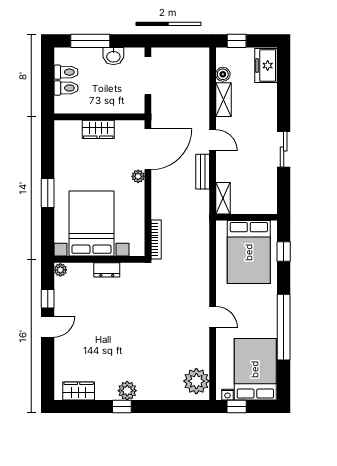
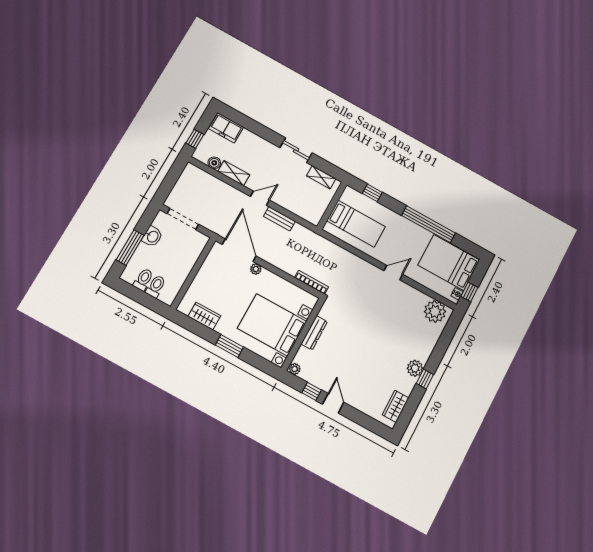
wardrobe: (98, 129) -> (204, 316), moved, turned -90
shelving: (223, 198) -> (321, 177), moved
bed: (249, 252) -> (356, 224), width x0.67
dresser: (107, 270) -> (314, 333), width x1.44

